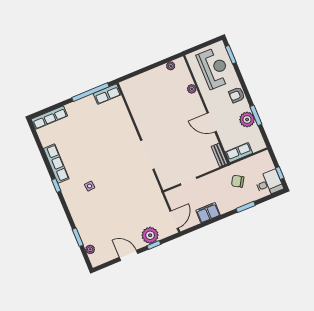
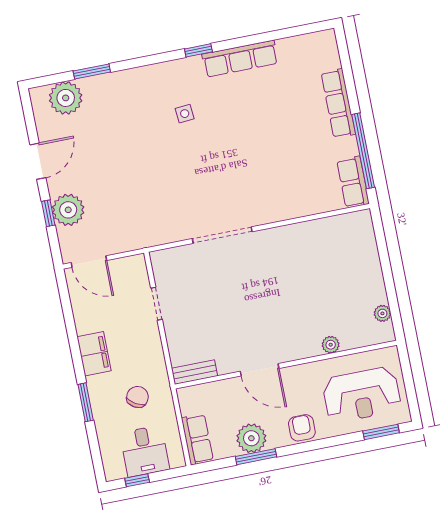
row of seats: (49, 118) -> (338, 103), moved
door: (212, 122) -> (260, 370), swing flipped
row of seats: (239, 153) -> (197, 439), moved
desk: (269, 183) -> (145, 451), moved
filing cabinet: (208, 213) -> (94, 354), moved
plant: (90, 249) -> (66, 98), width x1.87, depth x1.87

